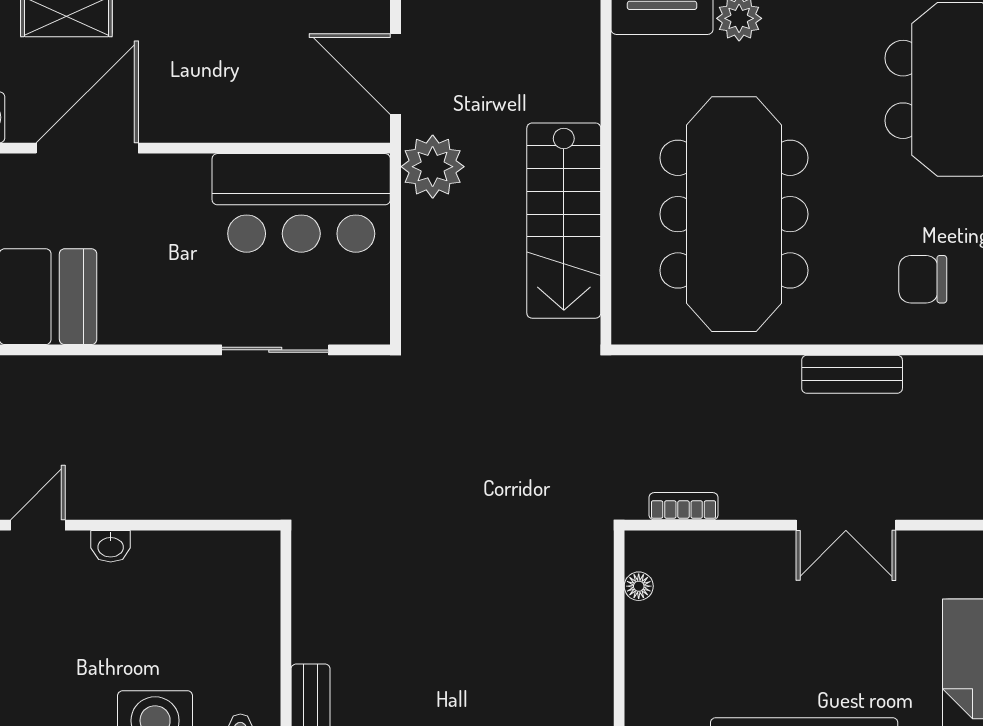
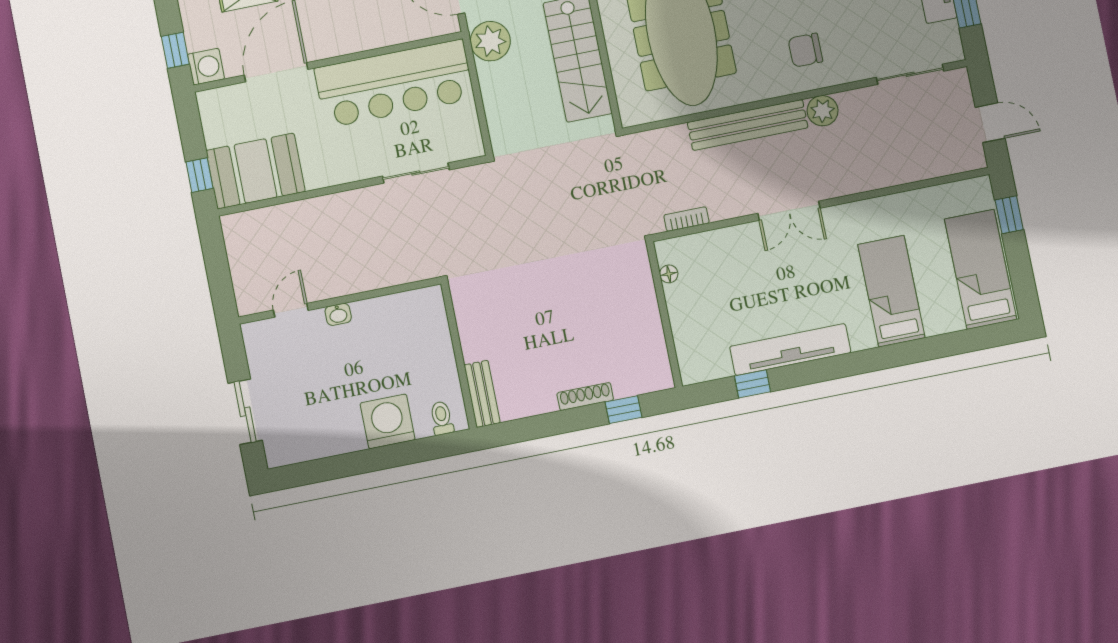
bar counter: (301, 203) -> (394, 84), width x1.36
bench: (852, 374) -> (748, 125), width x1.86, depth x1.21
plant: (930, 380) -> (823, 111), added

